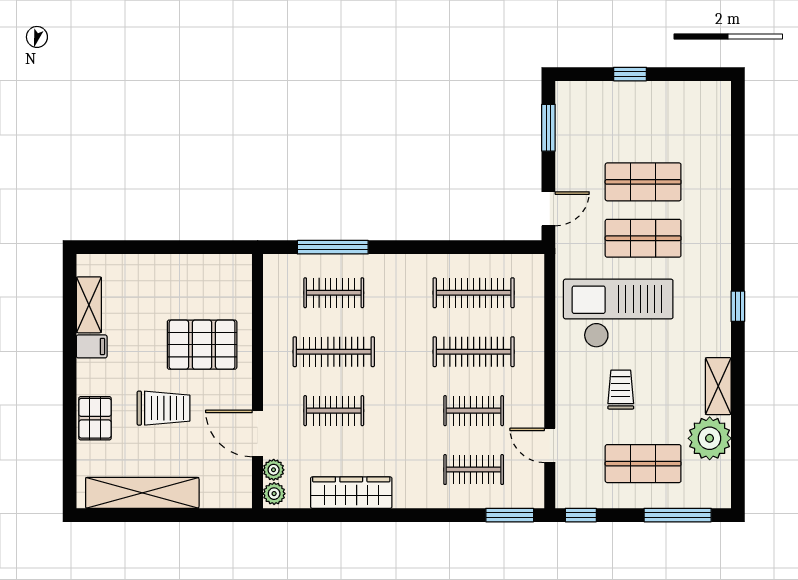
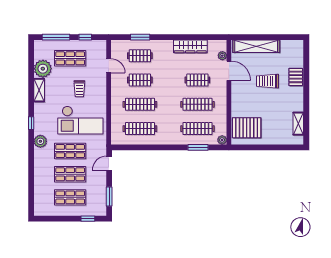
window: (630, 74) -> (88, 219), moved
shop shelf: (643, 126) -> (70, 197), added
window: (333, 247) -> (198, 147), width x0.69
plant: (715, 262) -> (40, 141), added
clothes rail: (334, 293) -> (197, 129), width x1.36
pallet: (202, 345) -> (247, 128), moved
filing cabinet: (92, 346) -> (297, 106), removed
shelving: (142, 493) -> (256, 46), moved
plant: (274, 494) -> (222, 140), moved
window: (510, 515) -> (140, 37), moved
window: (581, 515) -> (85, 37), moved

